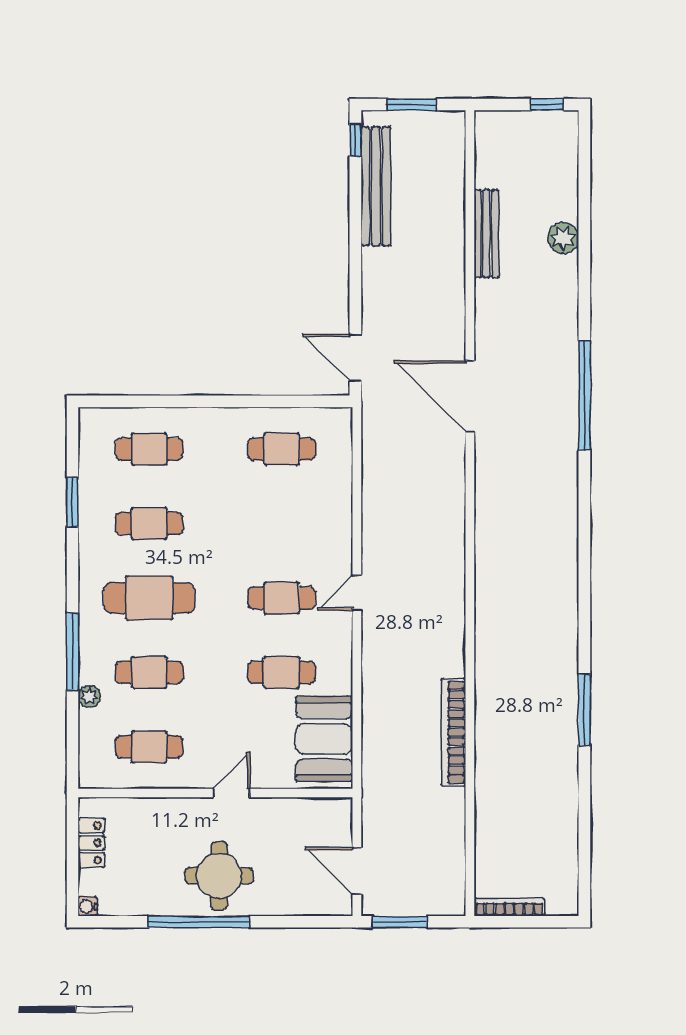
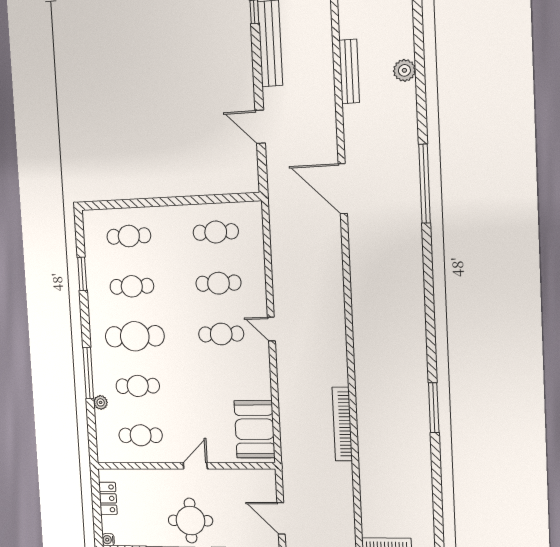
door: (355, 358) -> (260, 127), moved
door: (357, 593) -> (271, 329), hinge flipped
cafe table: (282, 672) -> (218, 283), moved

